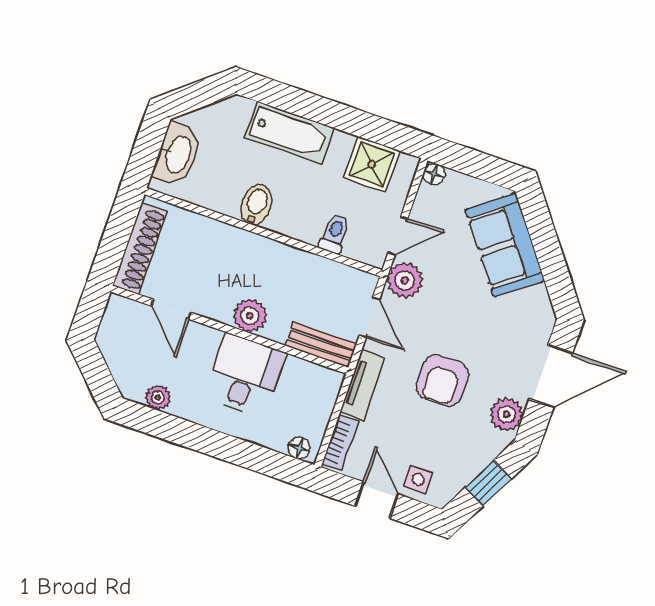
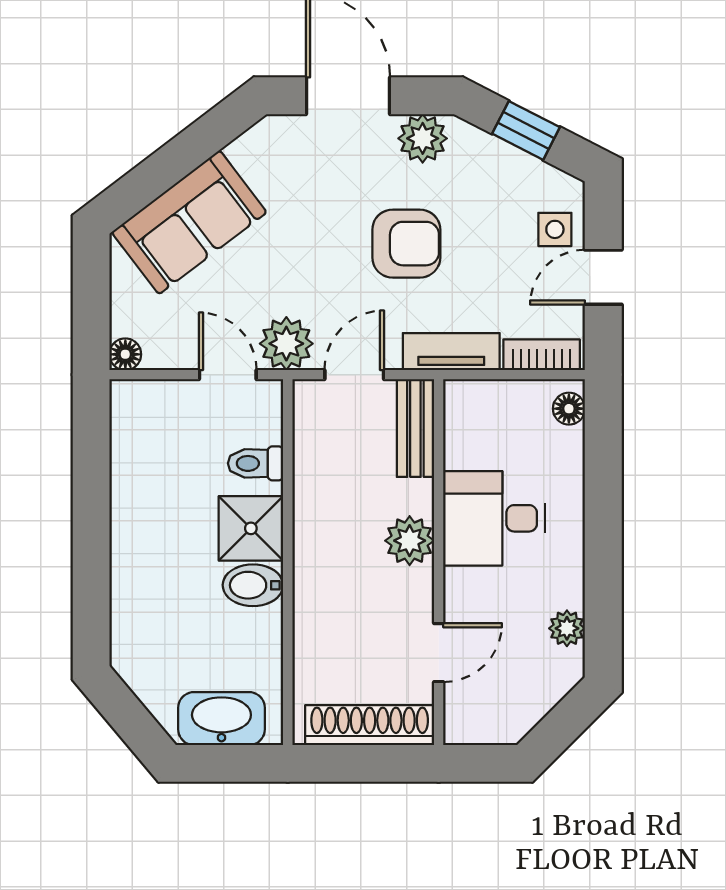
bathtub: (290, 133) -> (138, 574), removed
shower: (372, 164) -> (251, 528), moved

